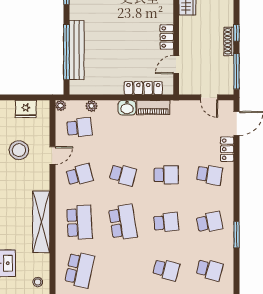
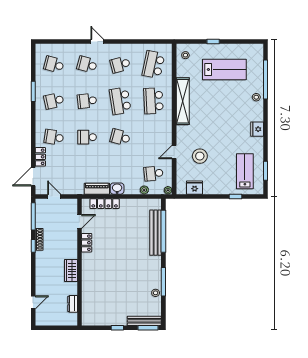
school desk: (79, 175) -> (120, 65), moved

